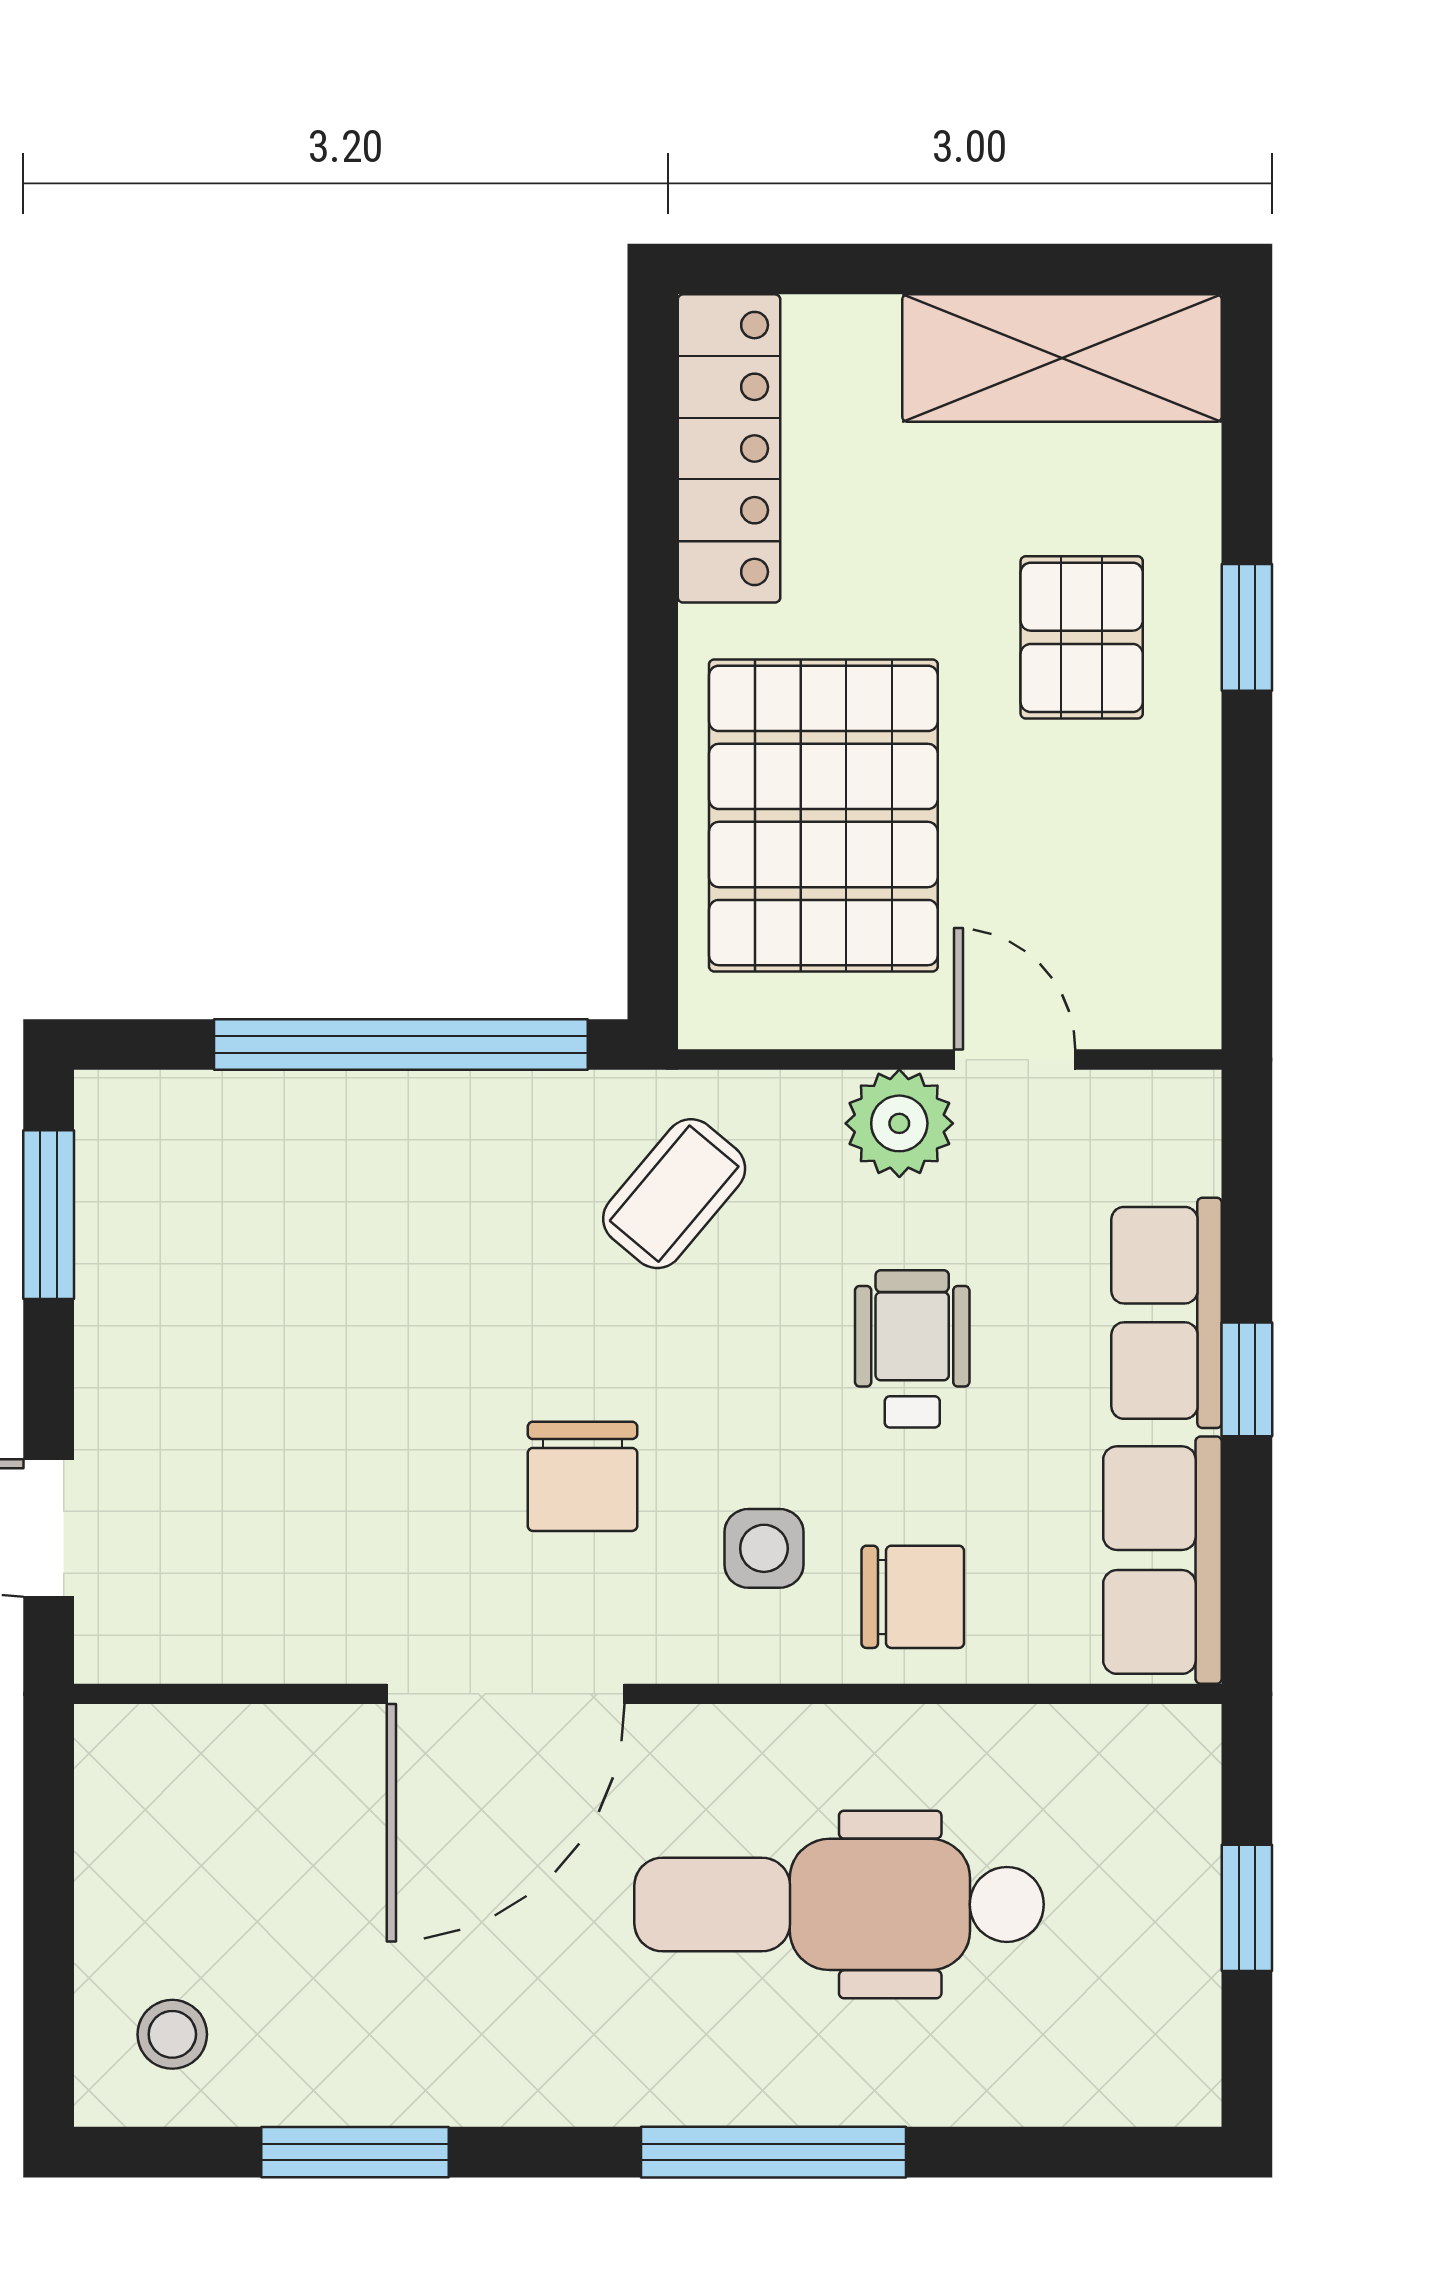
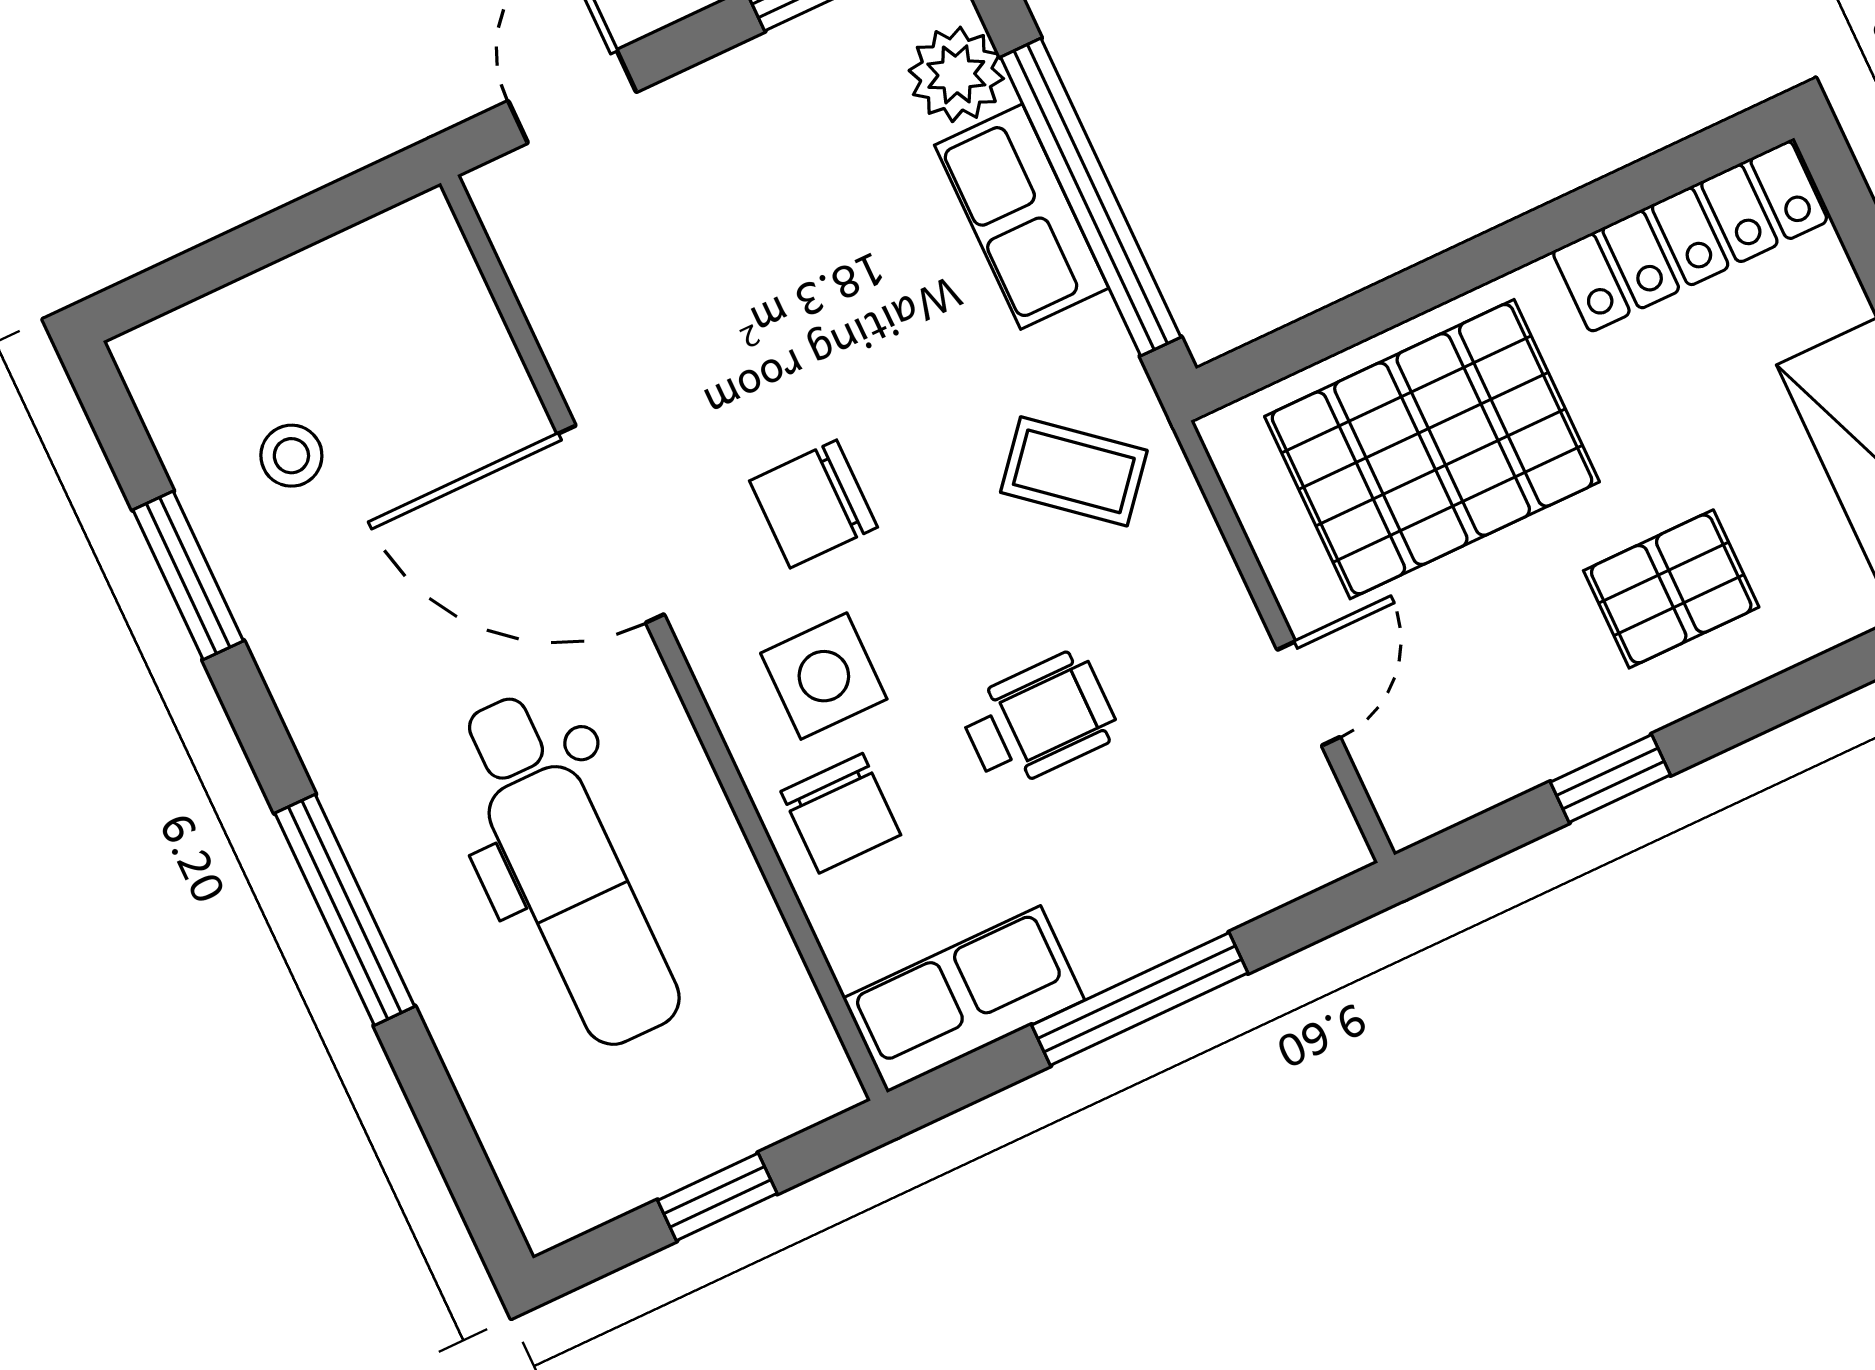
window: (1247, 627) -> (1610, 778), moved
plant: (899, 1123) -> (956, 74), moved
row of seats: (1167, 1313) -> (1022, 217), moved, turned -90
window: (1247, 1379) -> (1140, 999), width x2.17
side table: (764, 1548) -> (824, 676), width x1.37, depth x1.37
dental chair: (839, 1904) -> (567, 869), turned 180
stool: (172, 2034) -> (291, 456), moved

